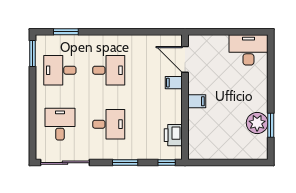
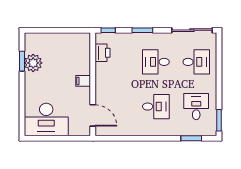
desk: (248, 50) -> (46, 120), width x1.36, depth x1.30
desk: (60, 70) -> (196, 107), turned -90
desk: (109, 70) -> (156, 107), turned 180
filing cabinet: (174, 83) -> (102, 96), removed
desk: (60, 124) -> (196, 62), turned -90

